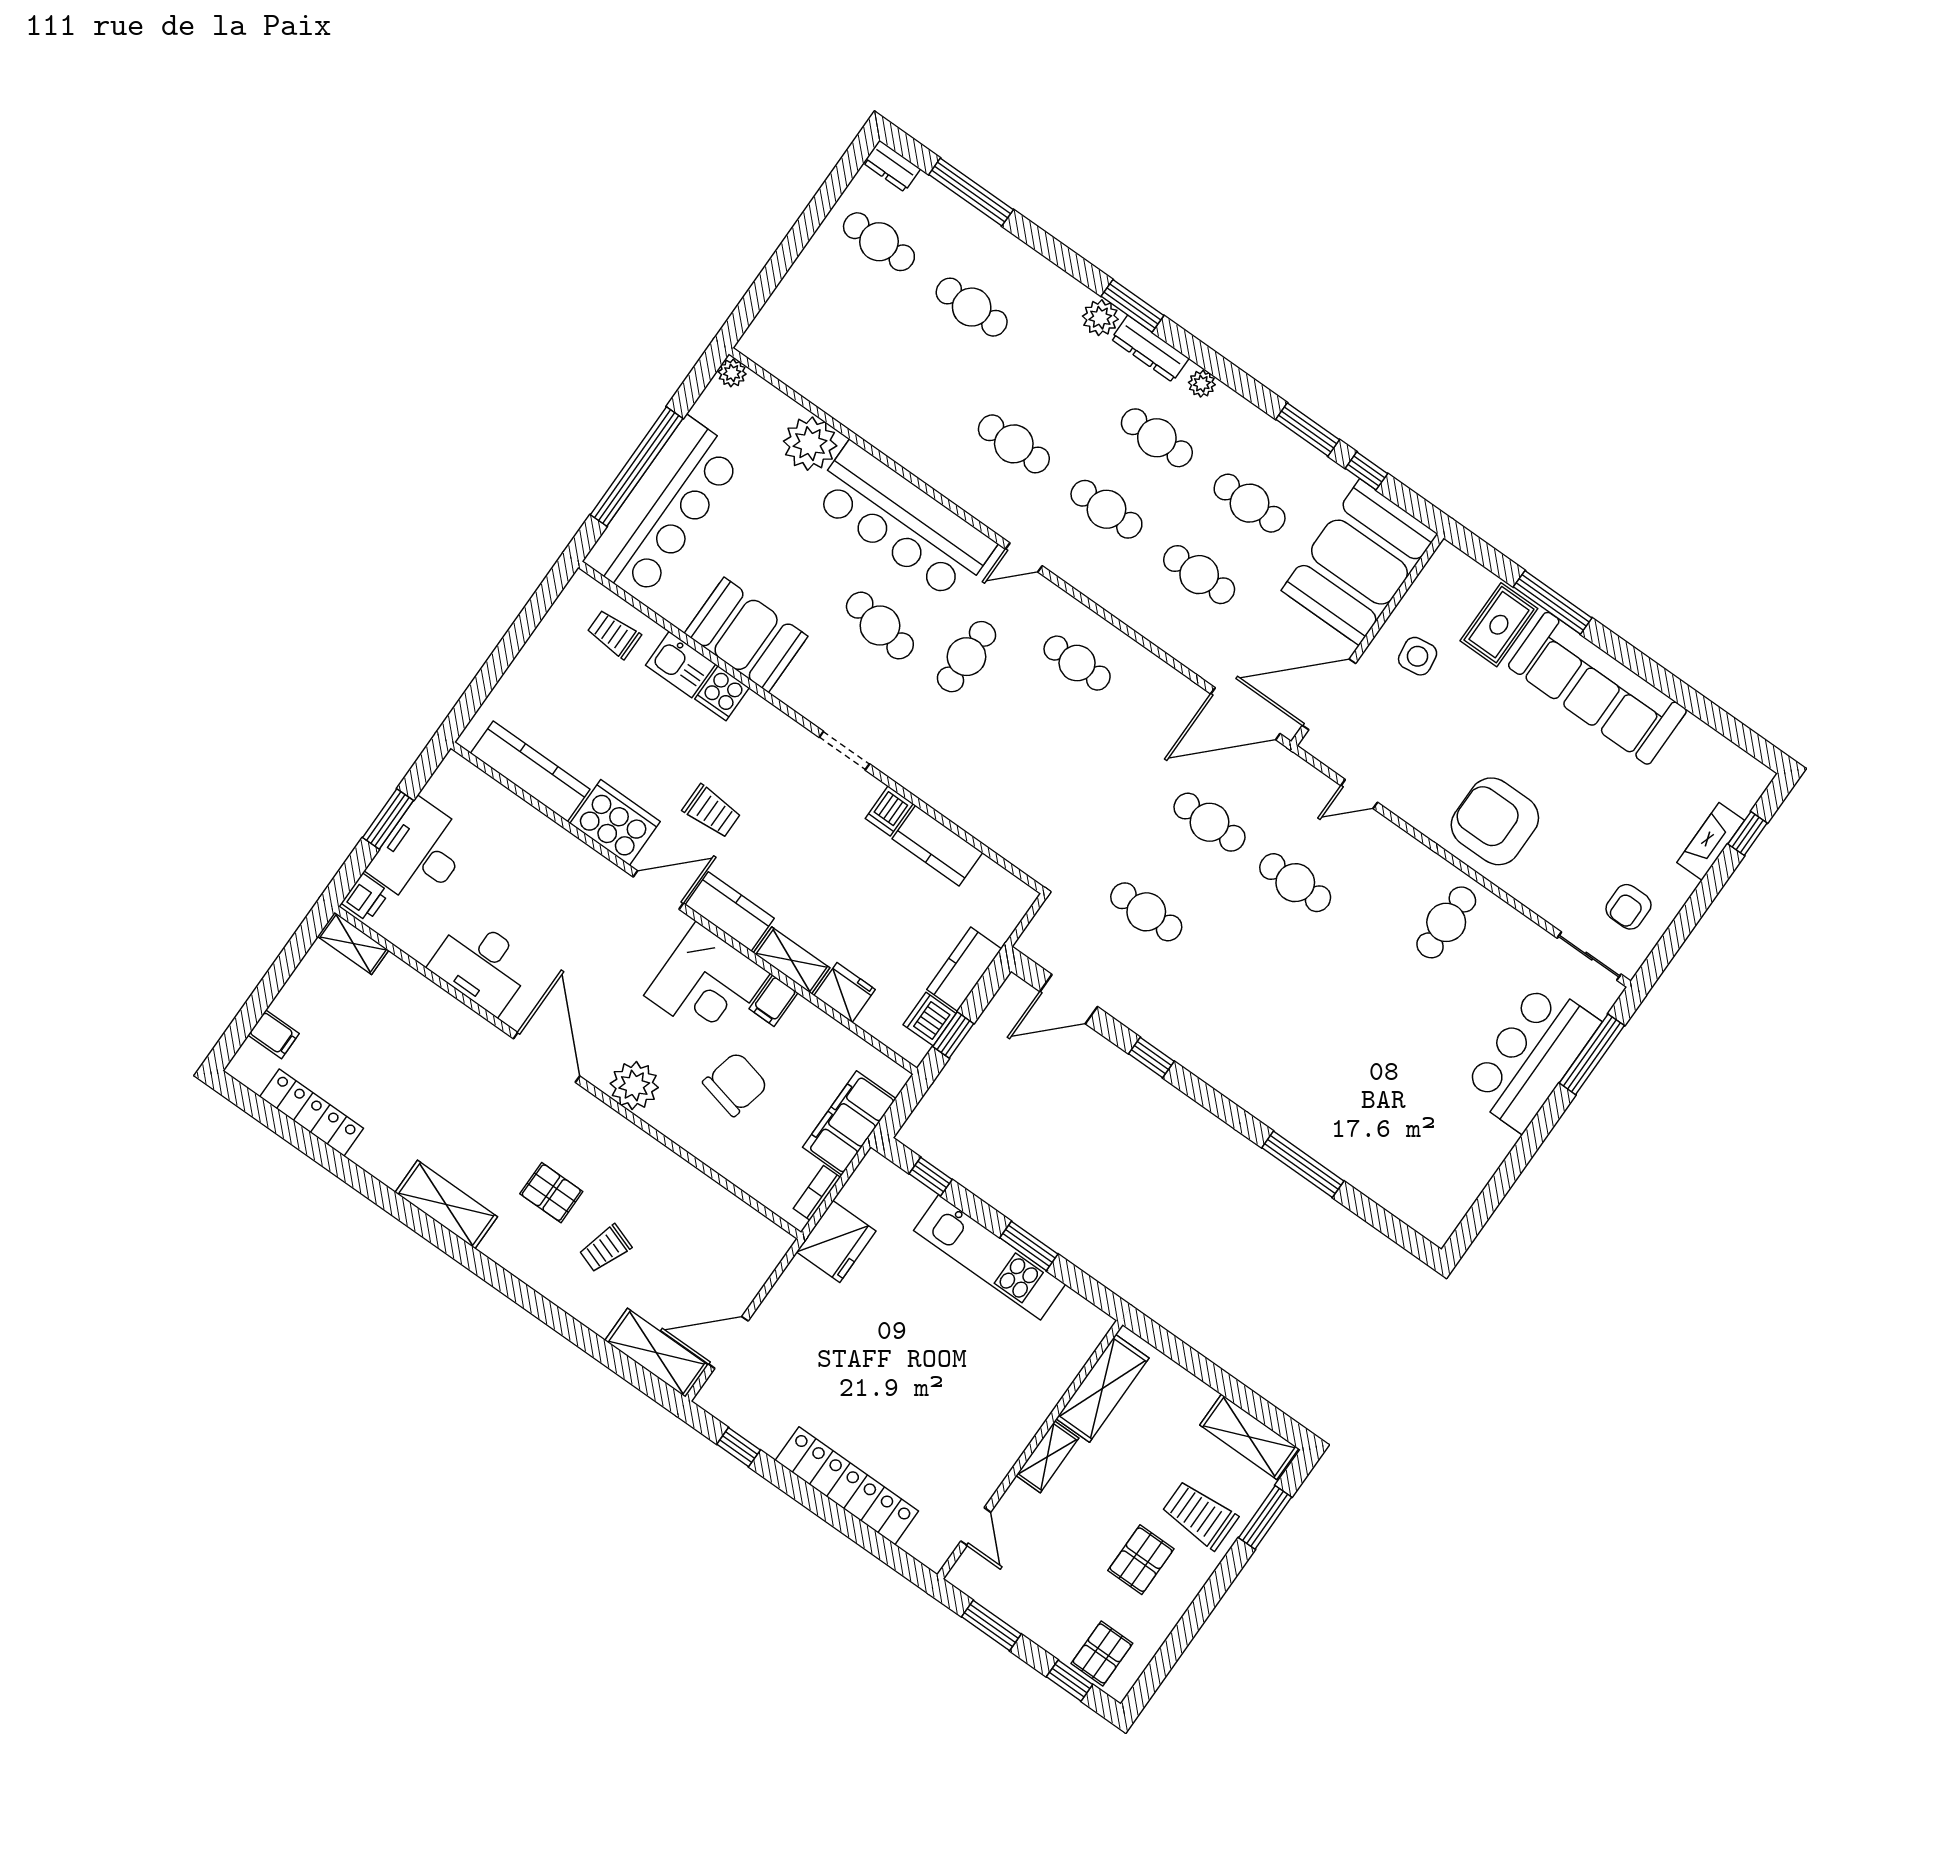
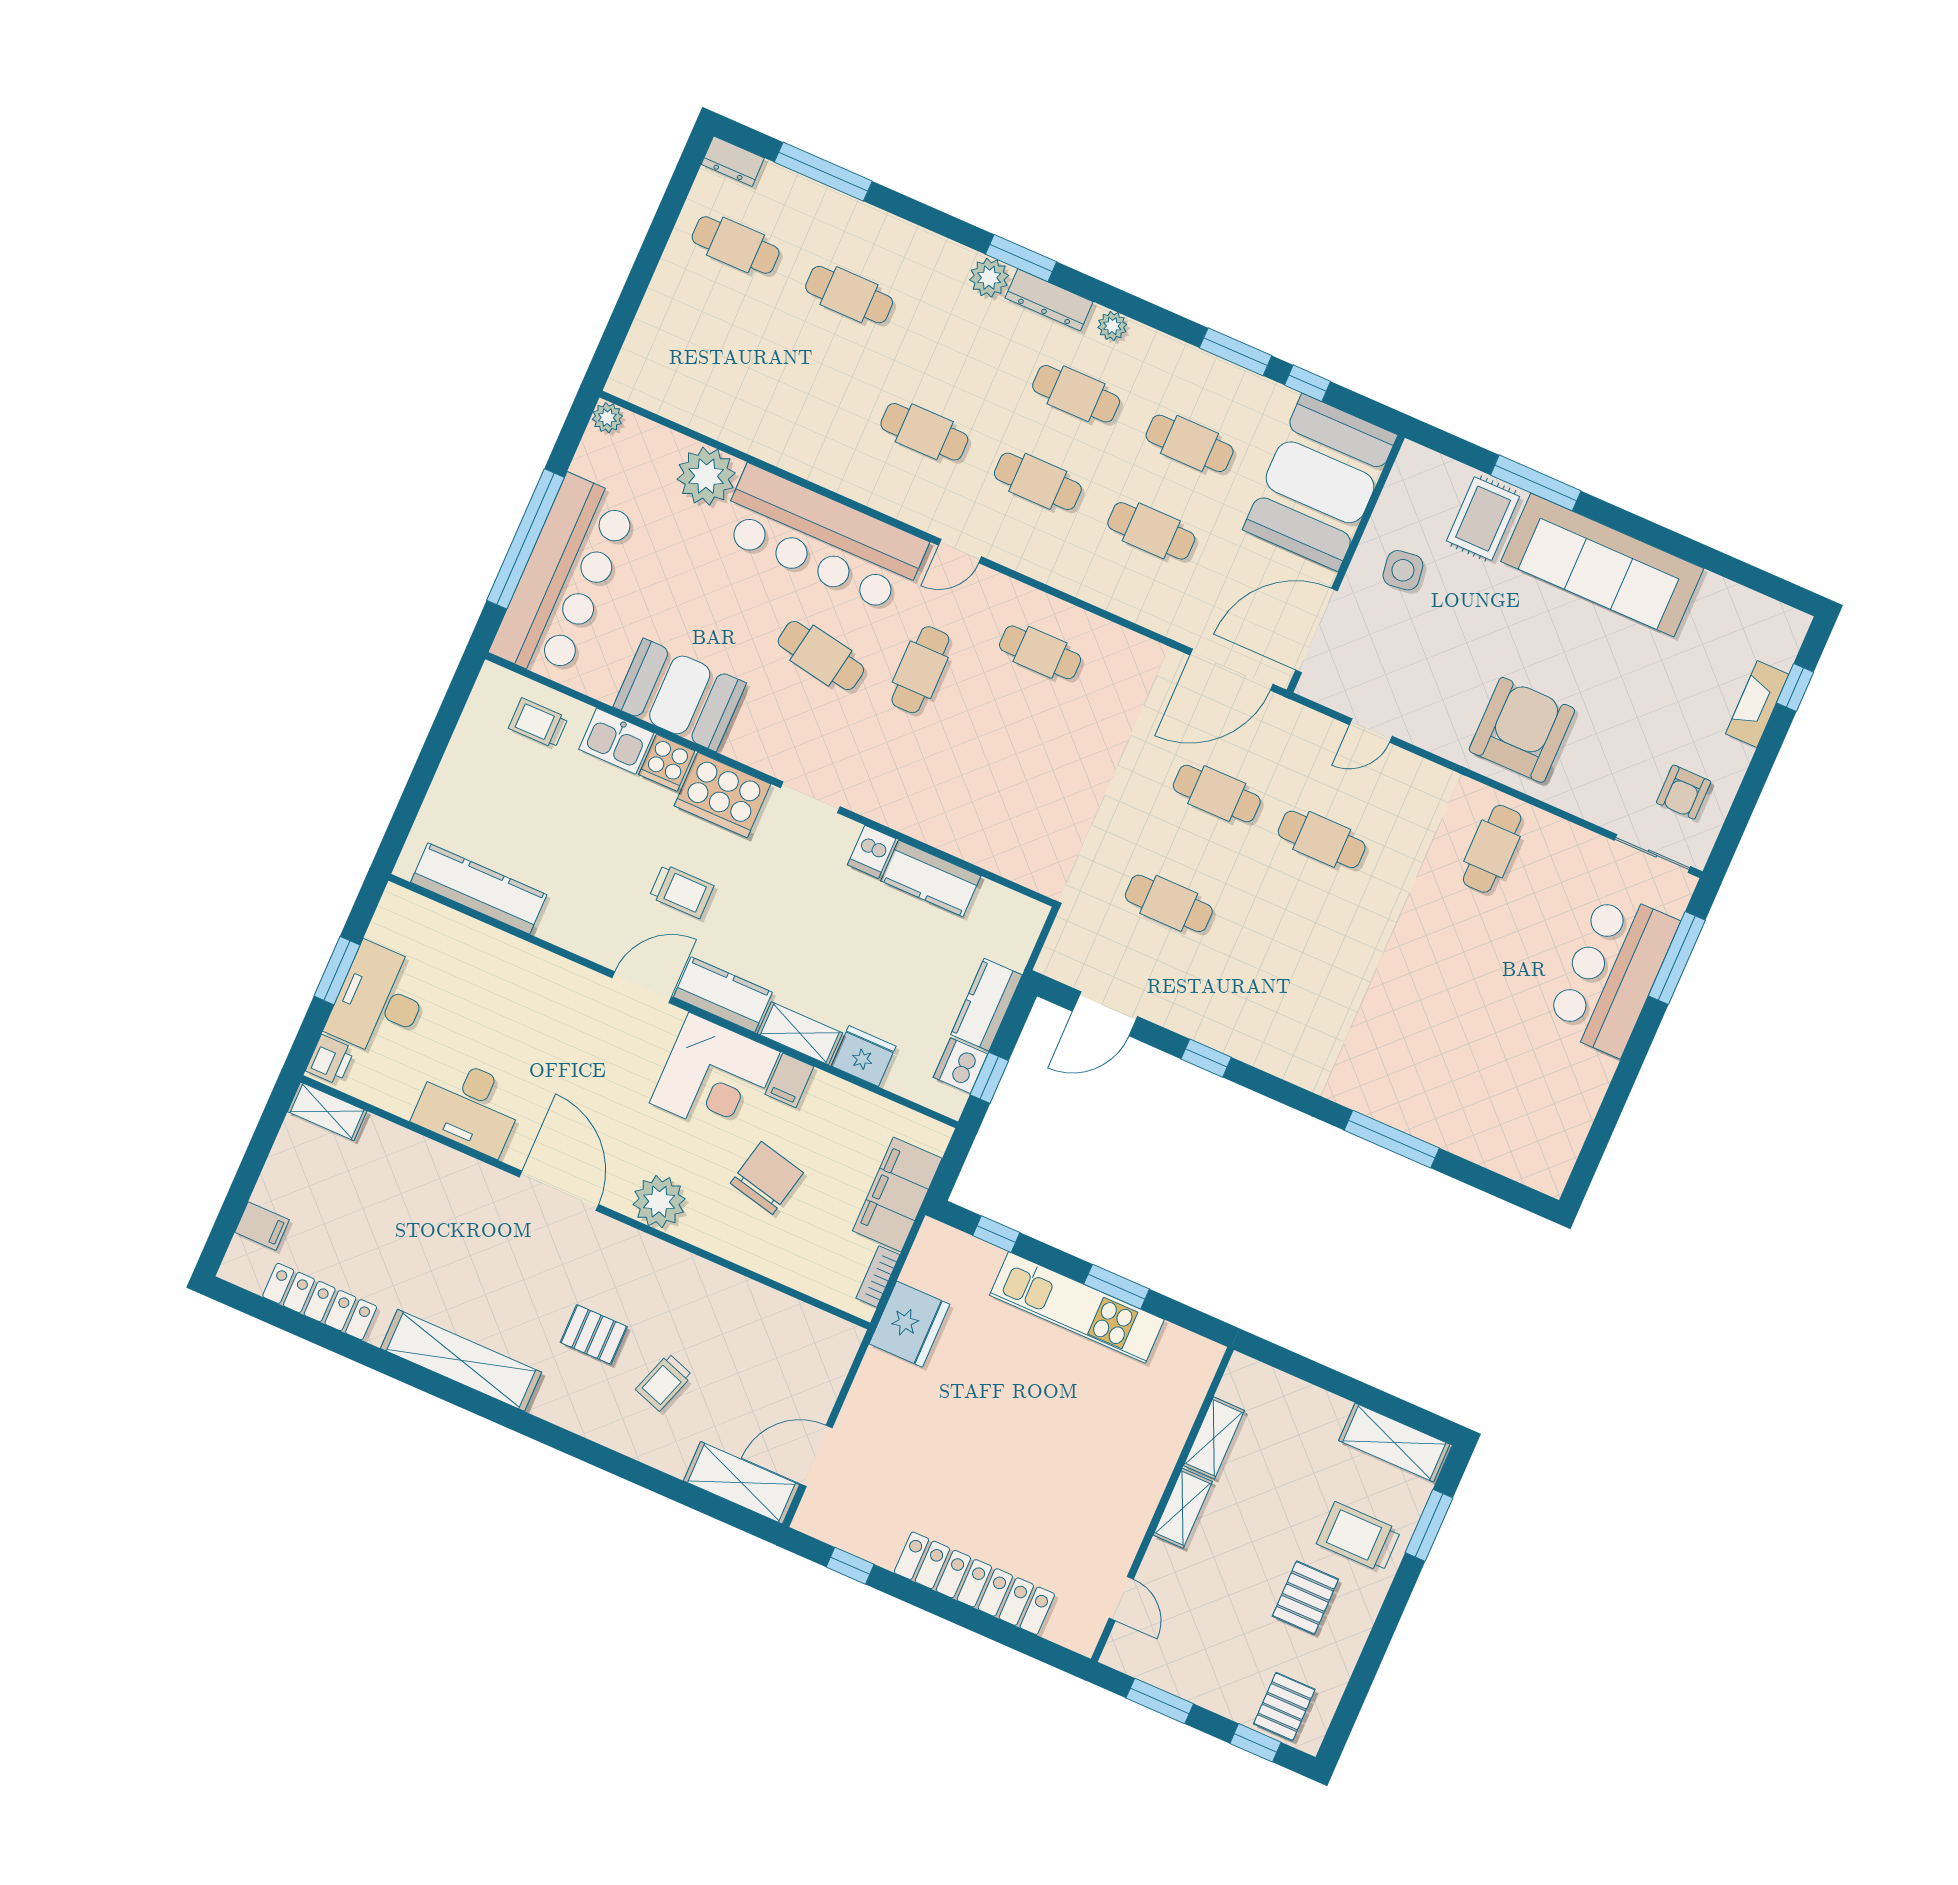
armchair: (1495, 821) -> (1522, 730), turned 90
cooker: (615, 822) -> (722, 795), moved, turned 180
shelving: (446, 1205) -> (461, 1360), width x1.47
shelving: (1102, 1388) -> (1214, 1438), width x0.67, depth x0.75

